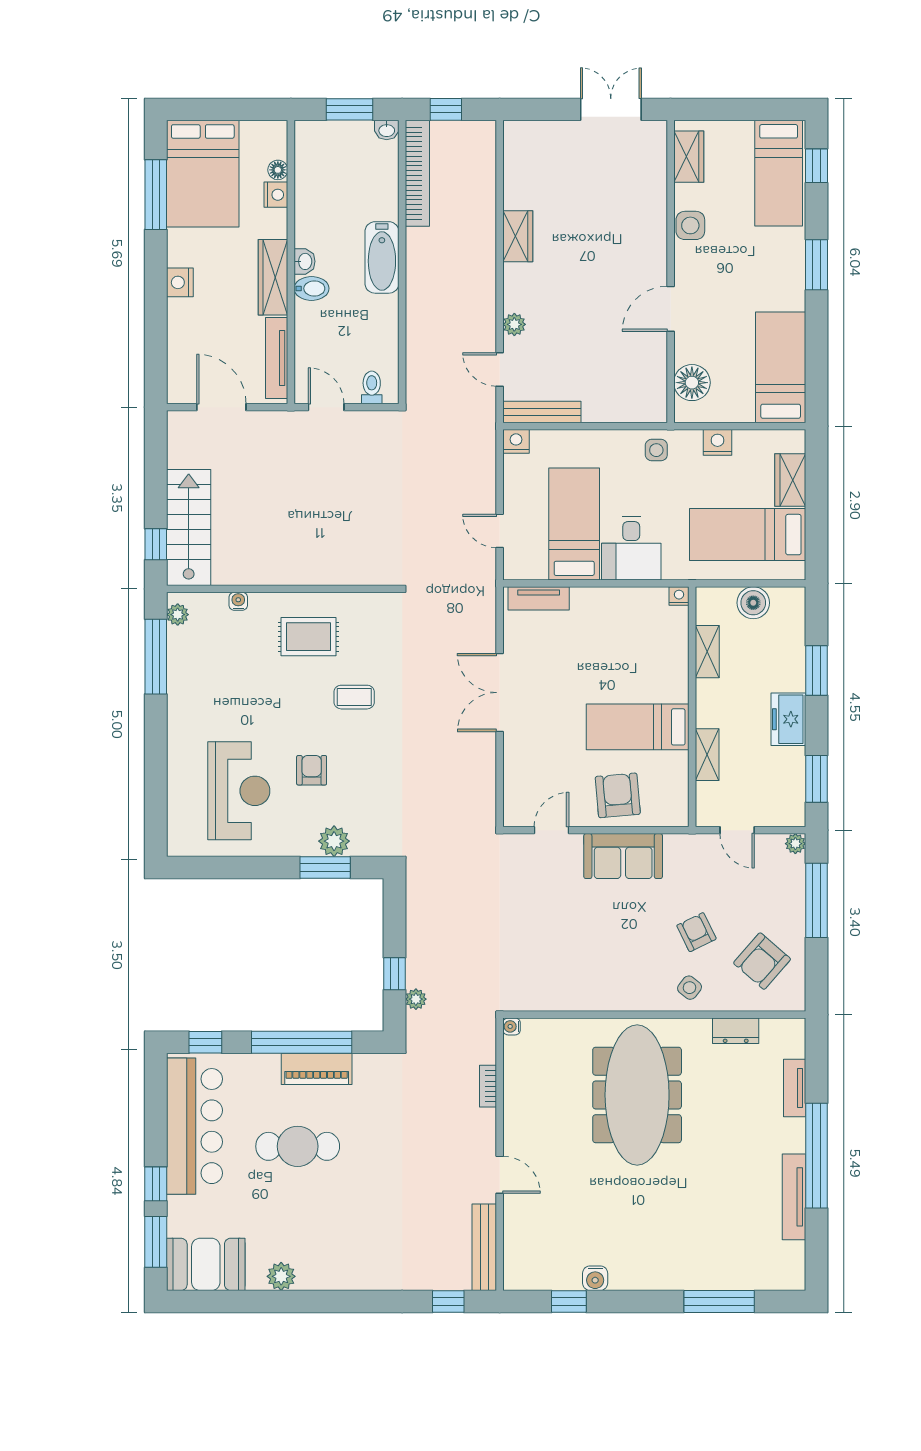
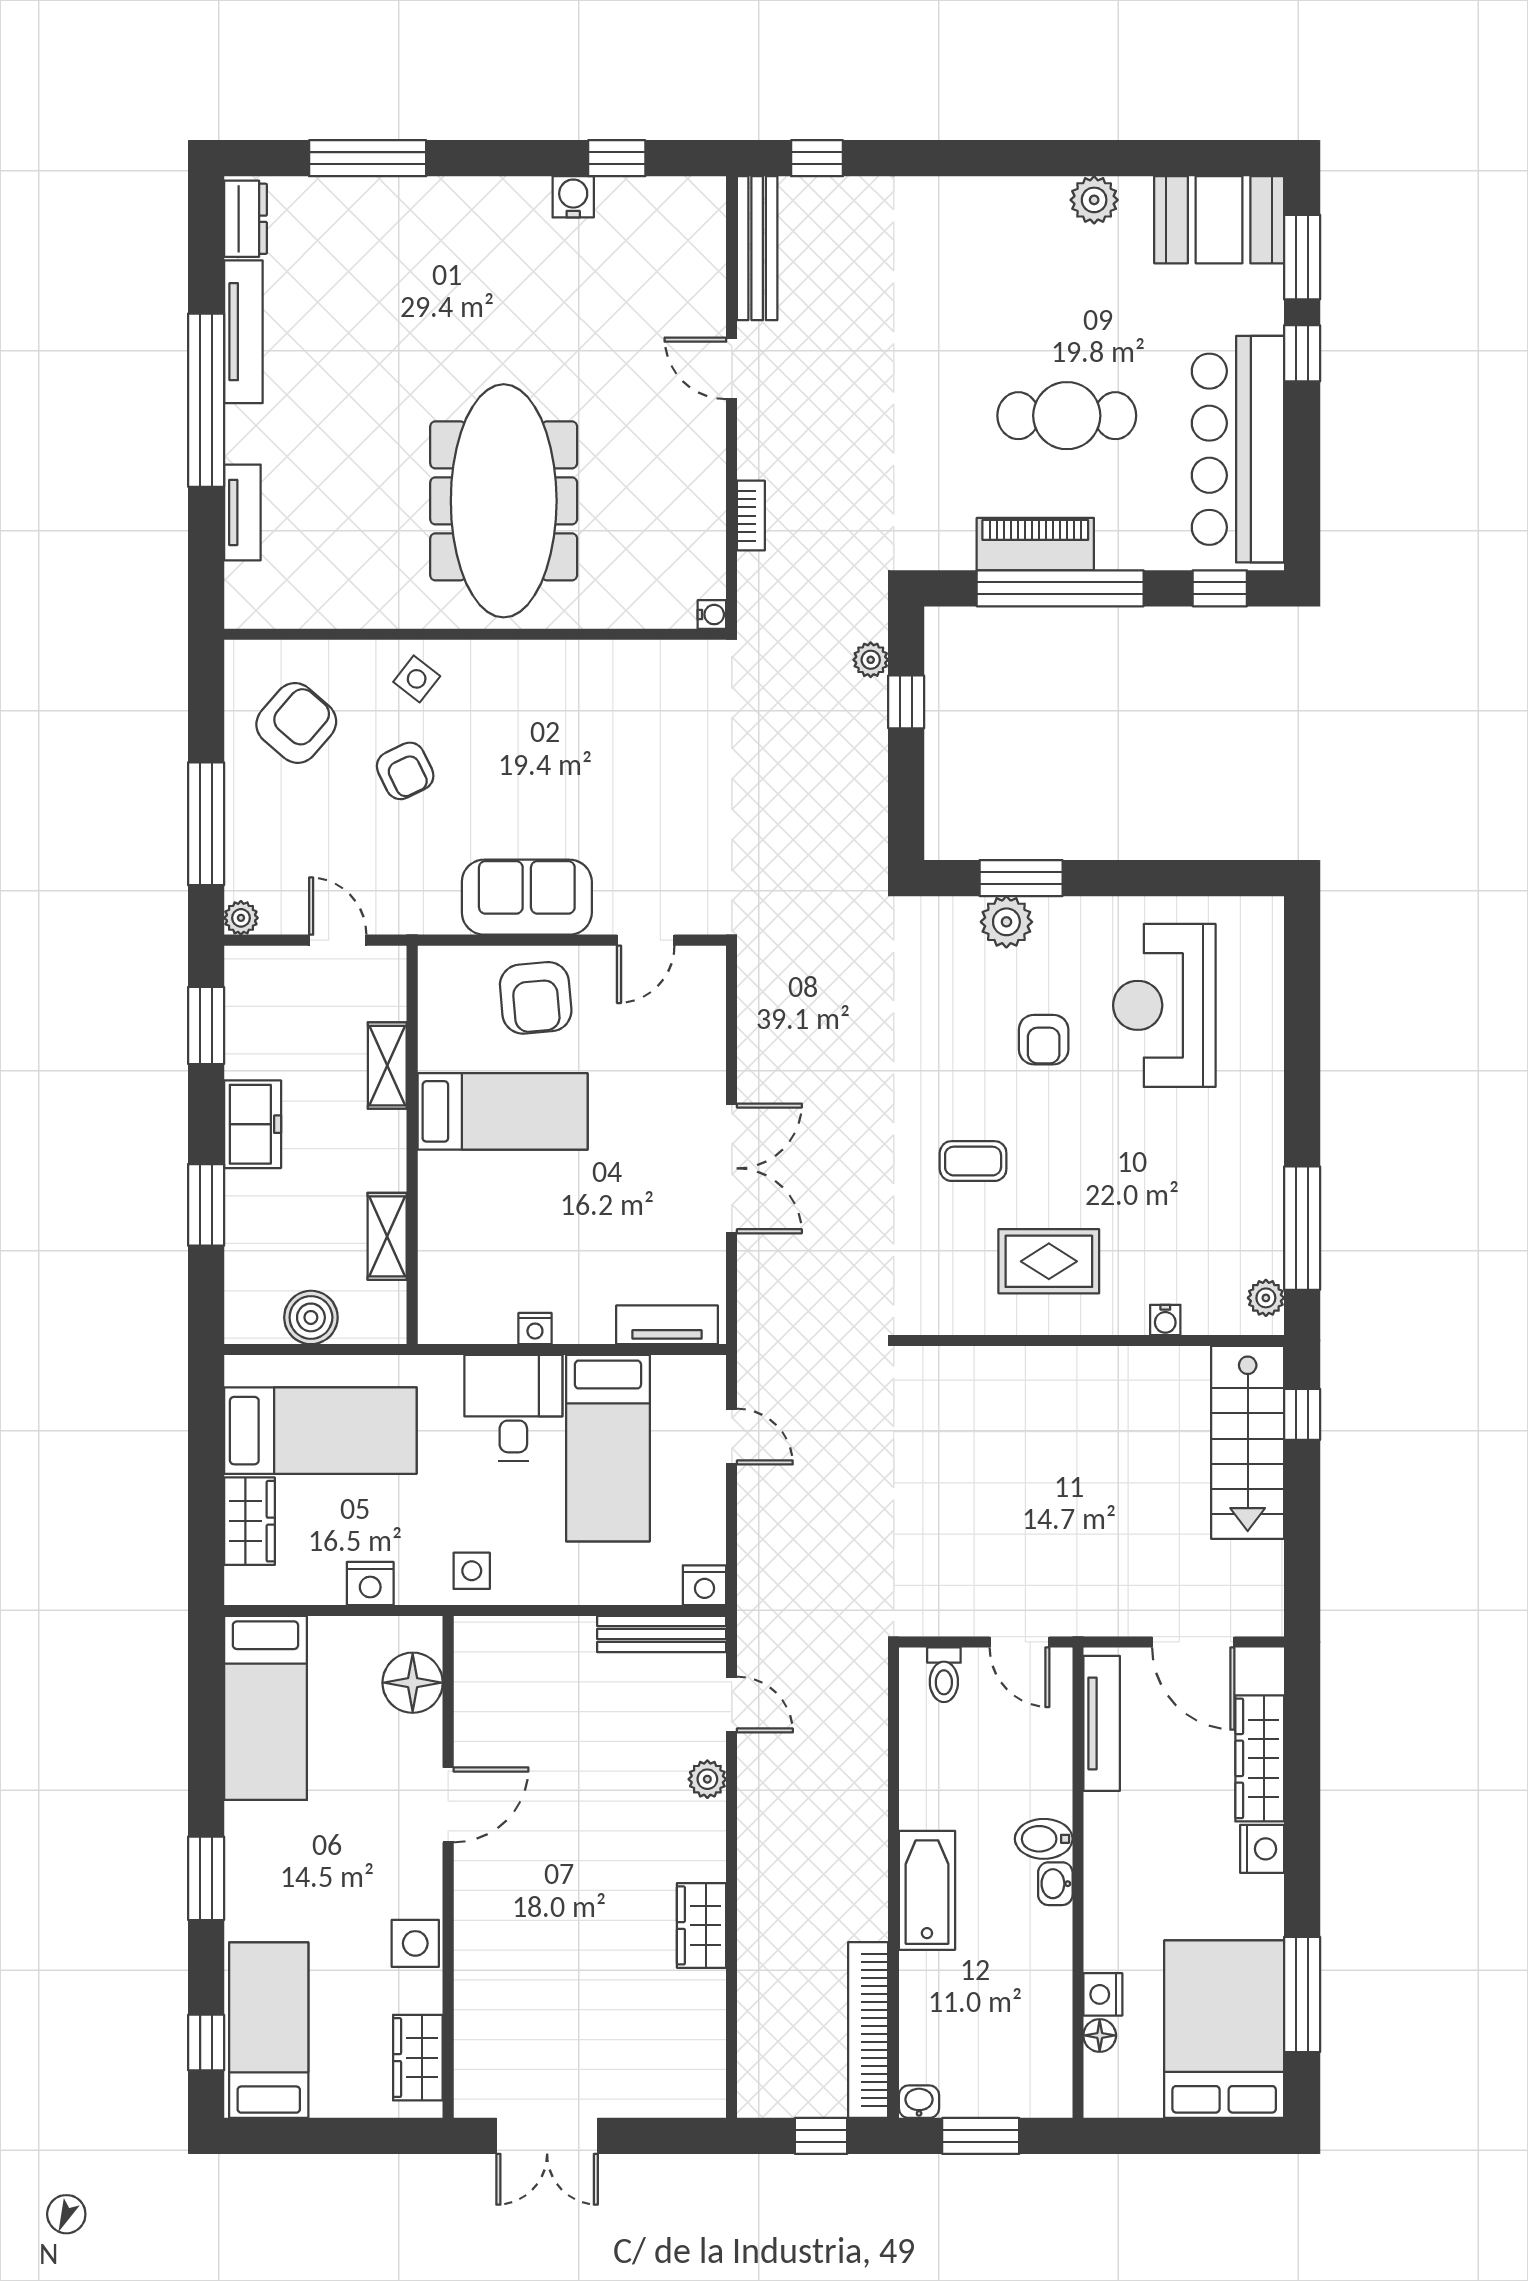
wardrobe: (273, 277) -> (1260, 1758), moved, turned 180
nightstand: (679, 596) -> (535, 1329), moved
dresser: (736, 1031) -> (245, 219), moved, turned 90

